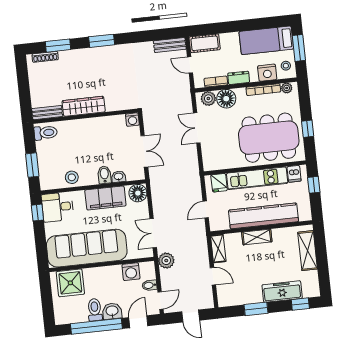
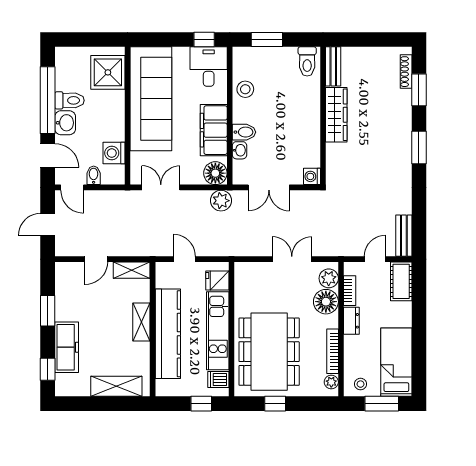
nightstand: (267, 73) -> (354, 359), removed
plant: (166, 261) -> (221, 201), moved

